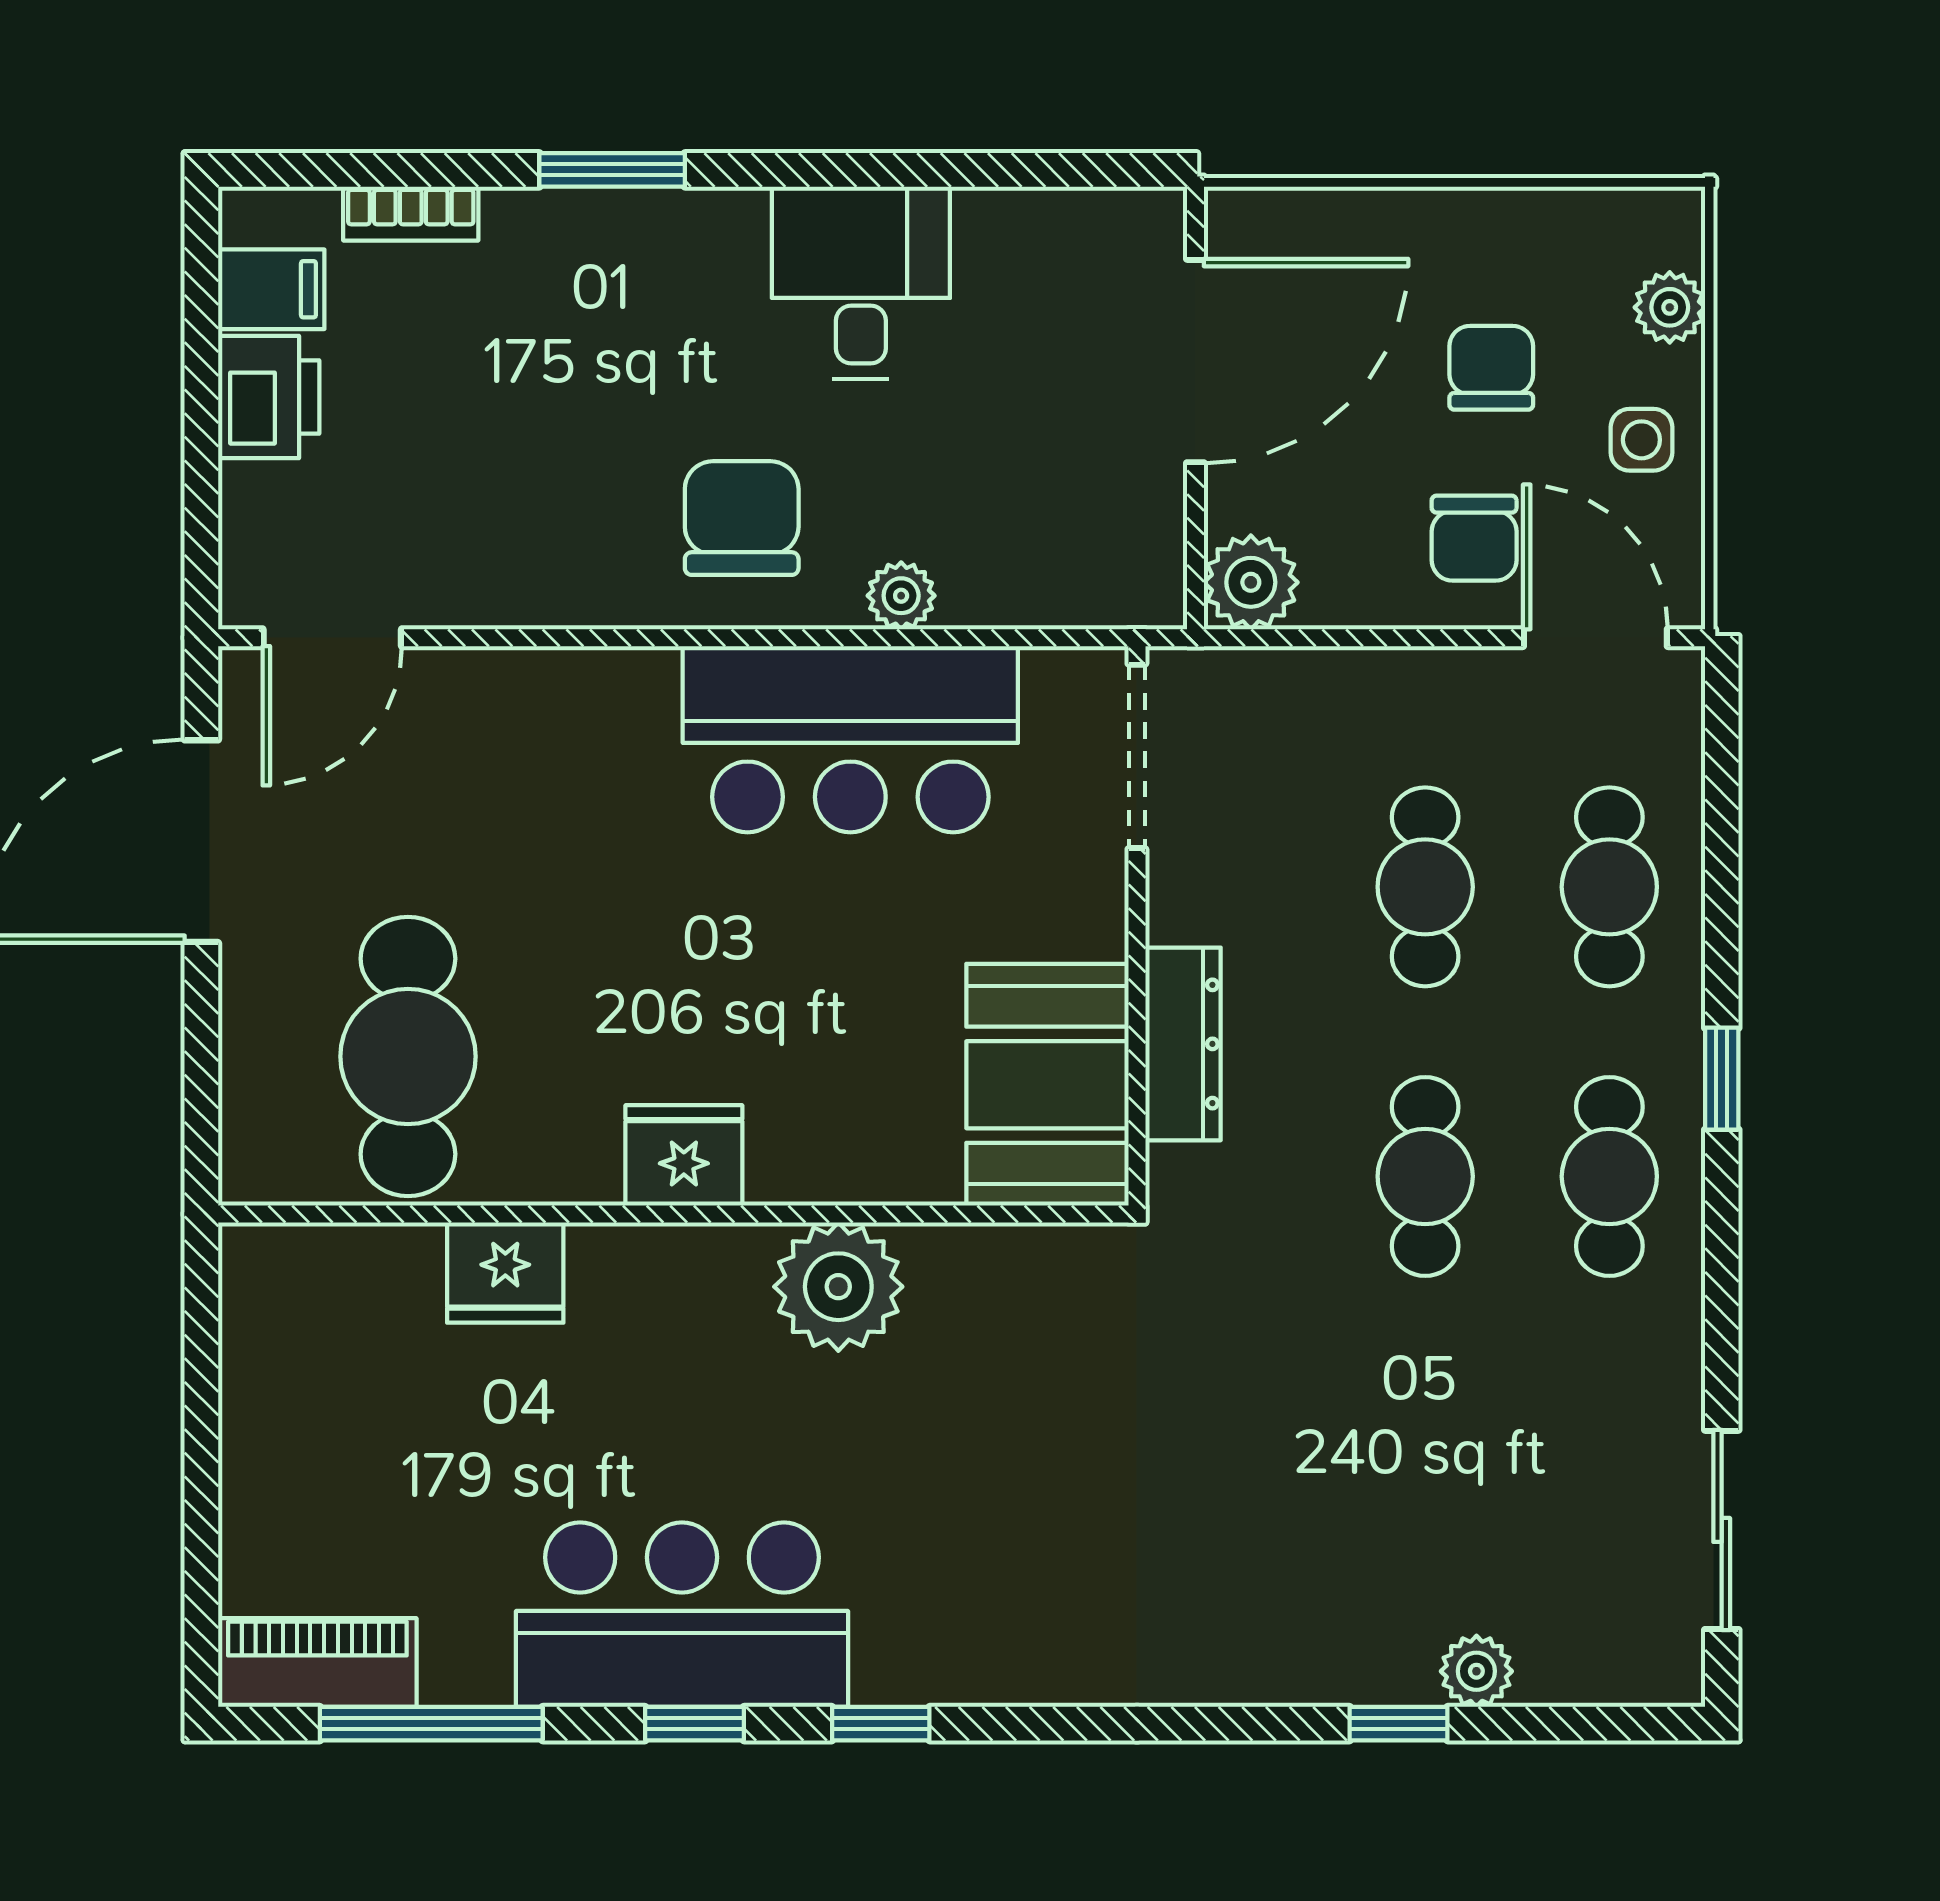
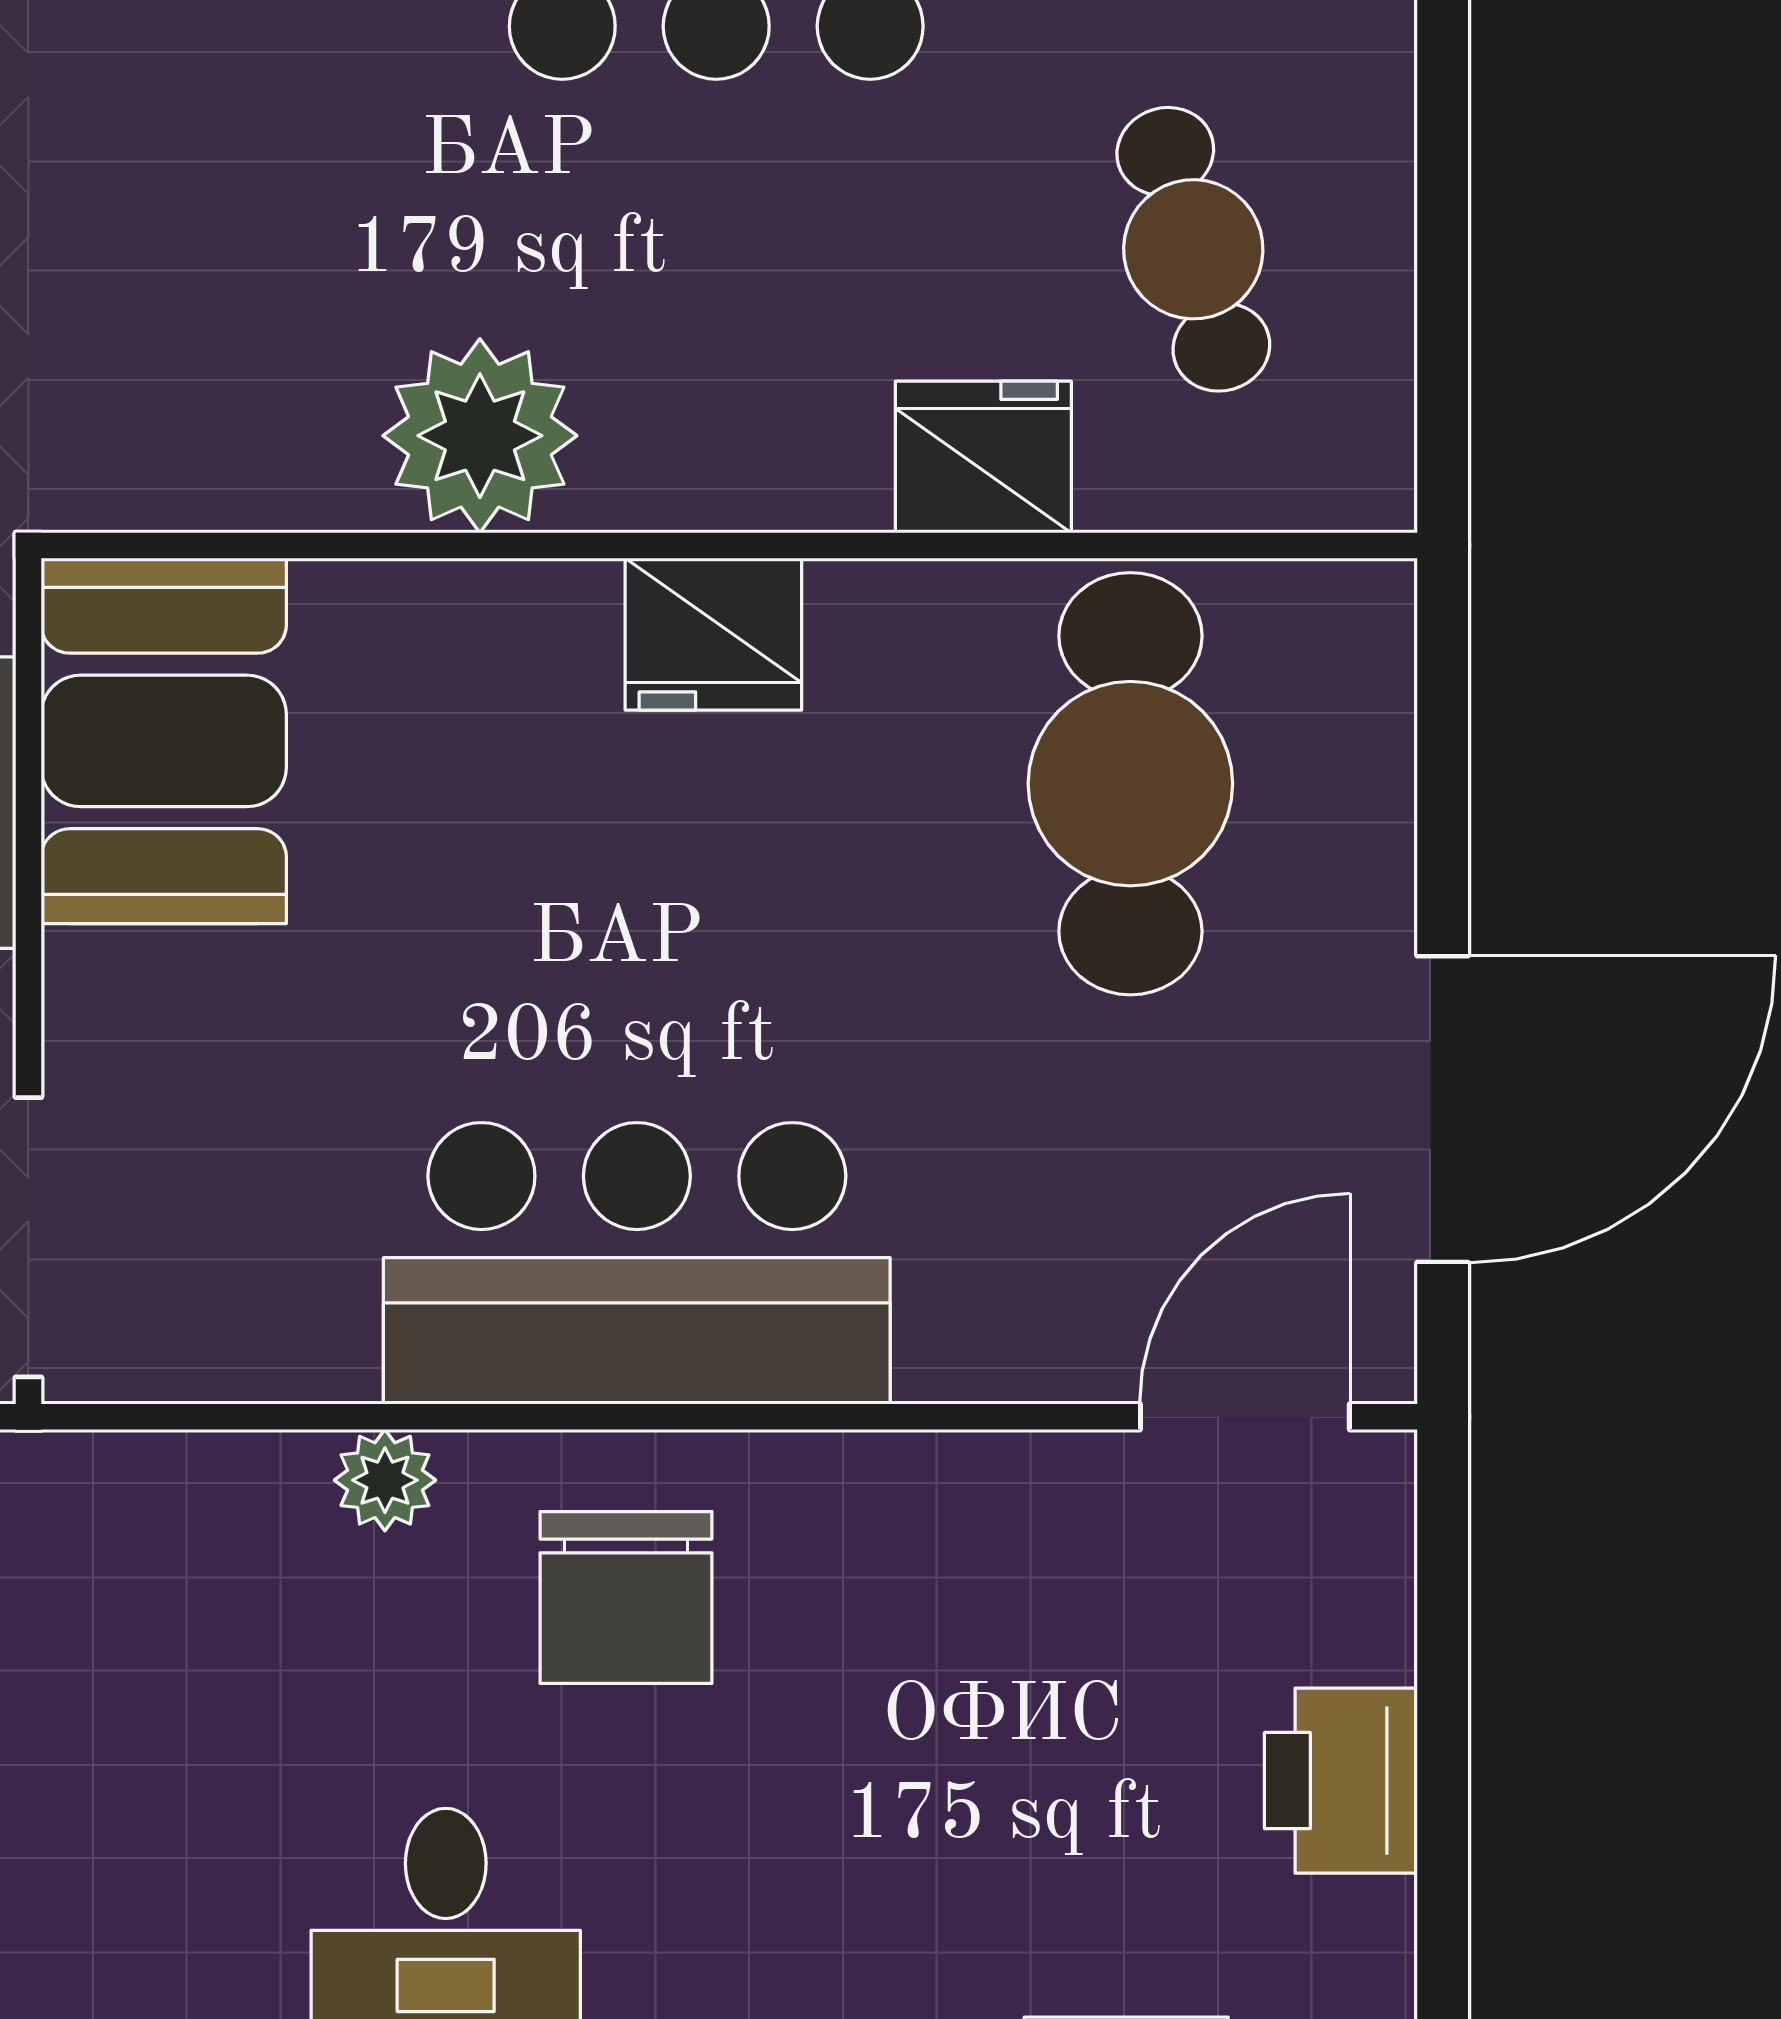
filing cabinet: (271, 289) -> (1337, 1943), removed
bar counter: (850, 739) -> (637, 1263), moved
cafe table: (366, 1410) -> (1193, 249), added

